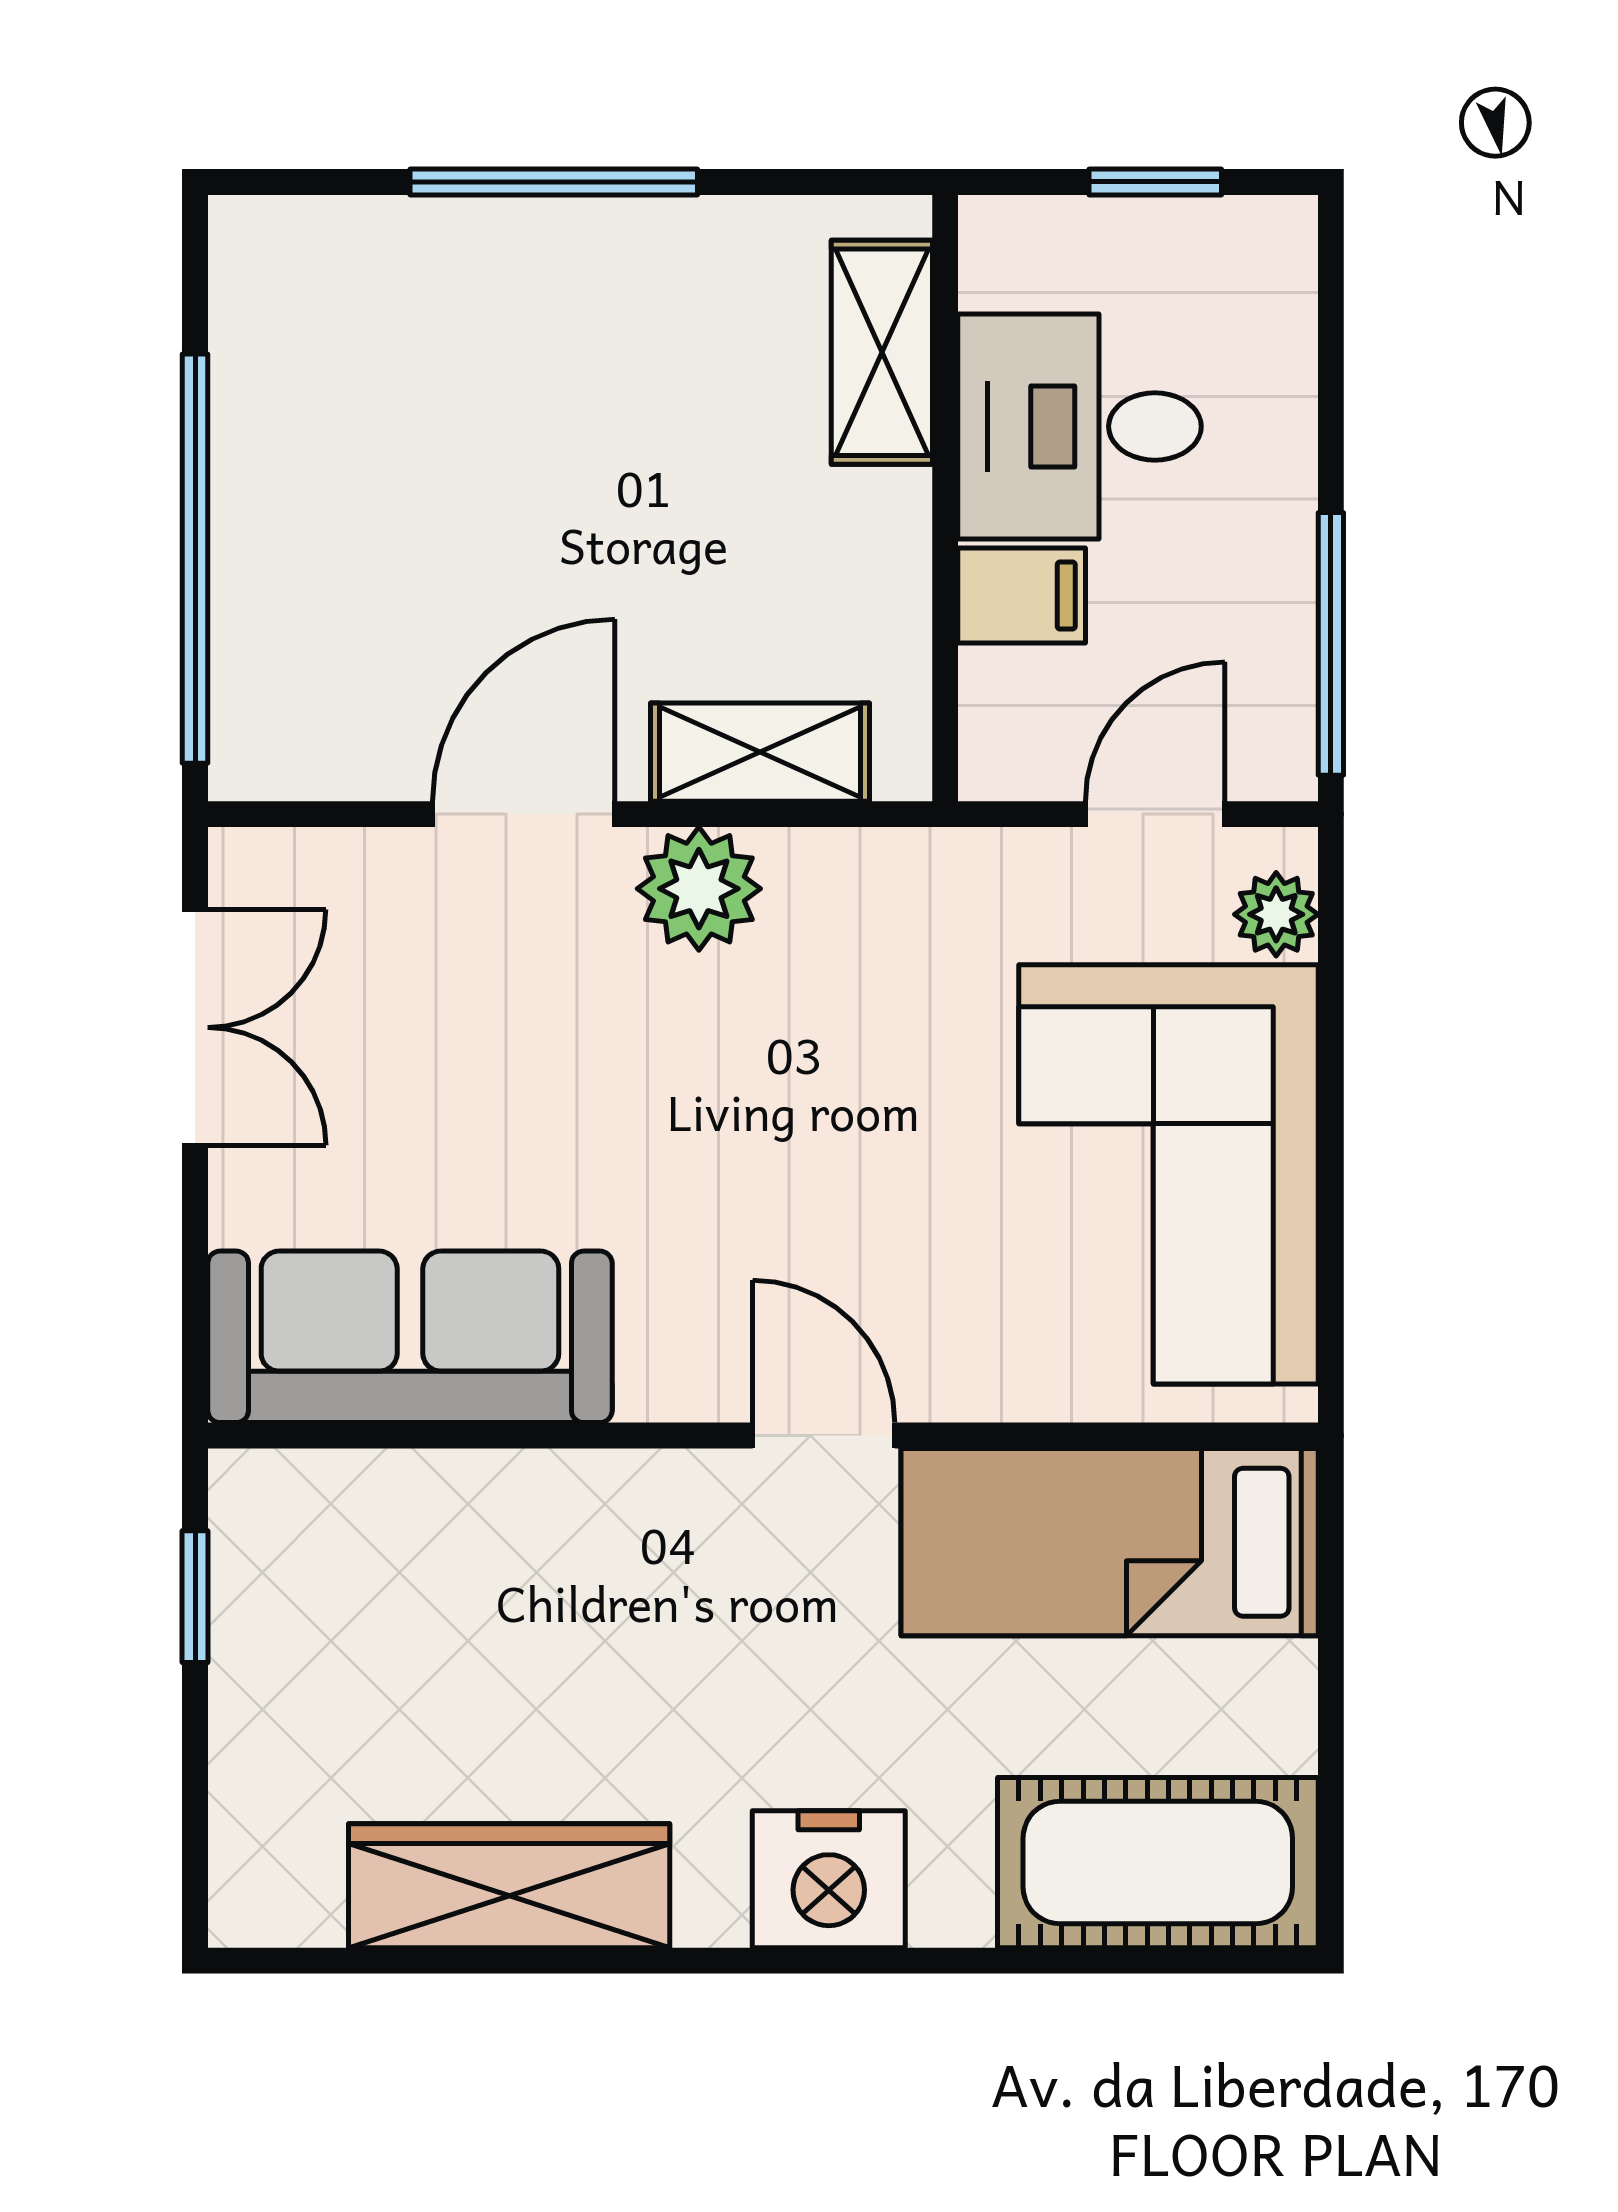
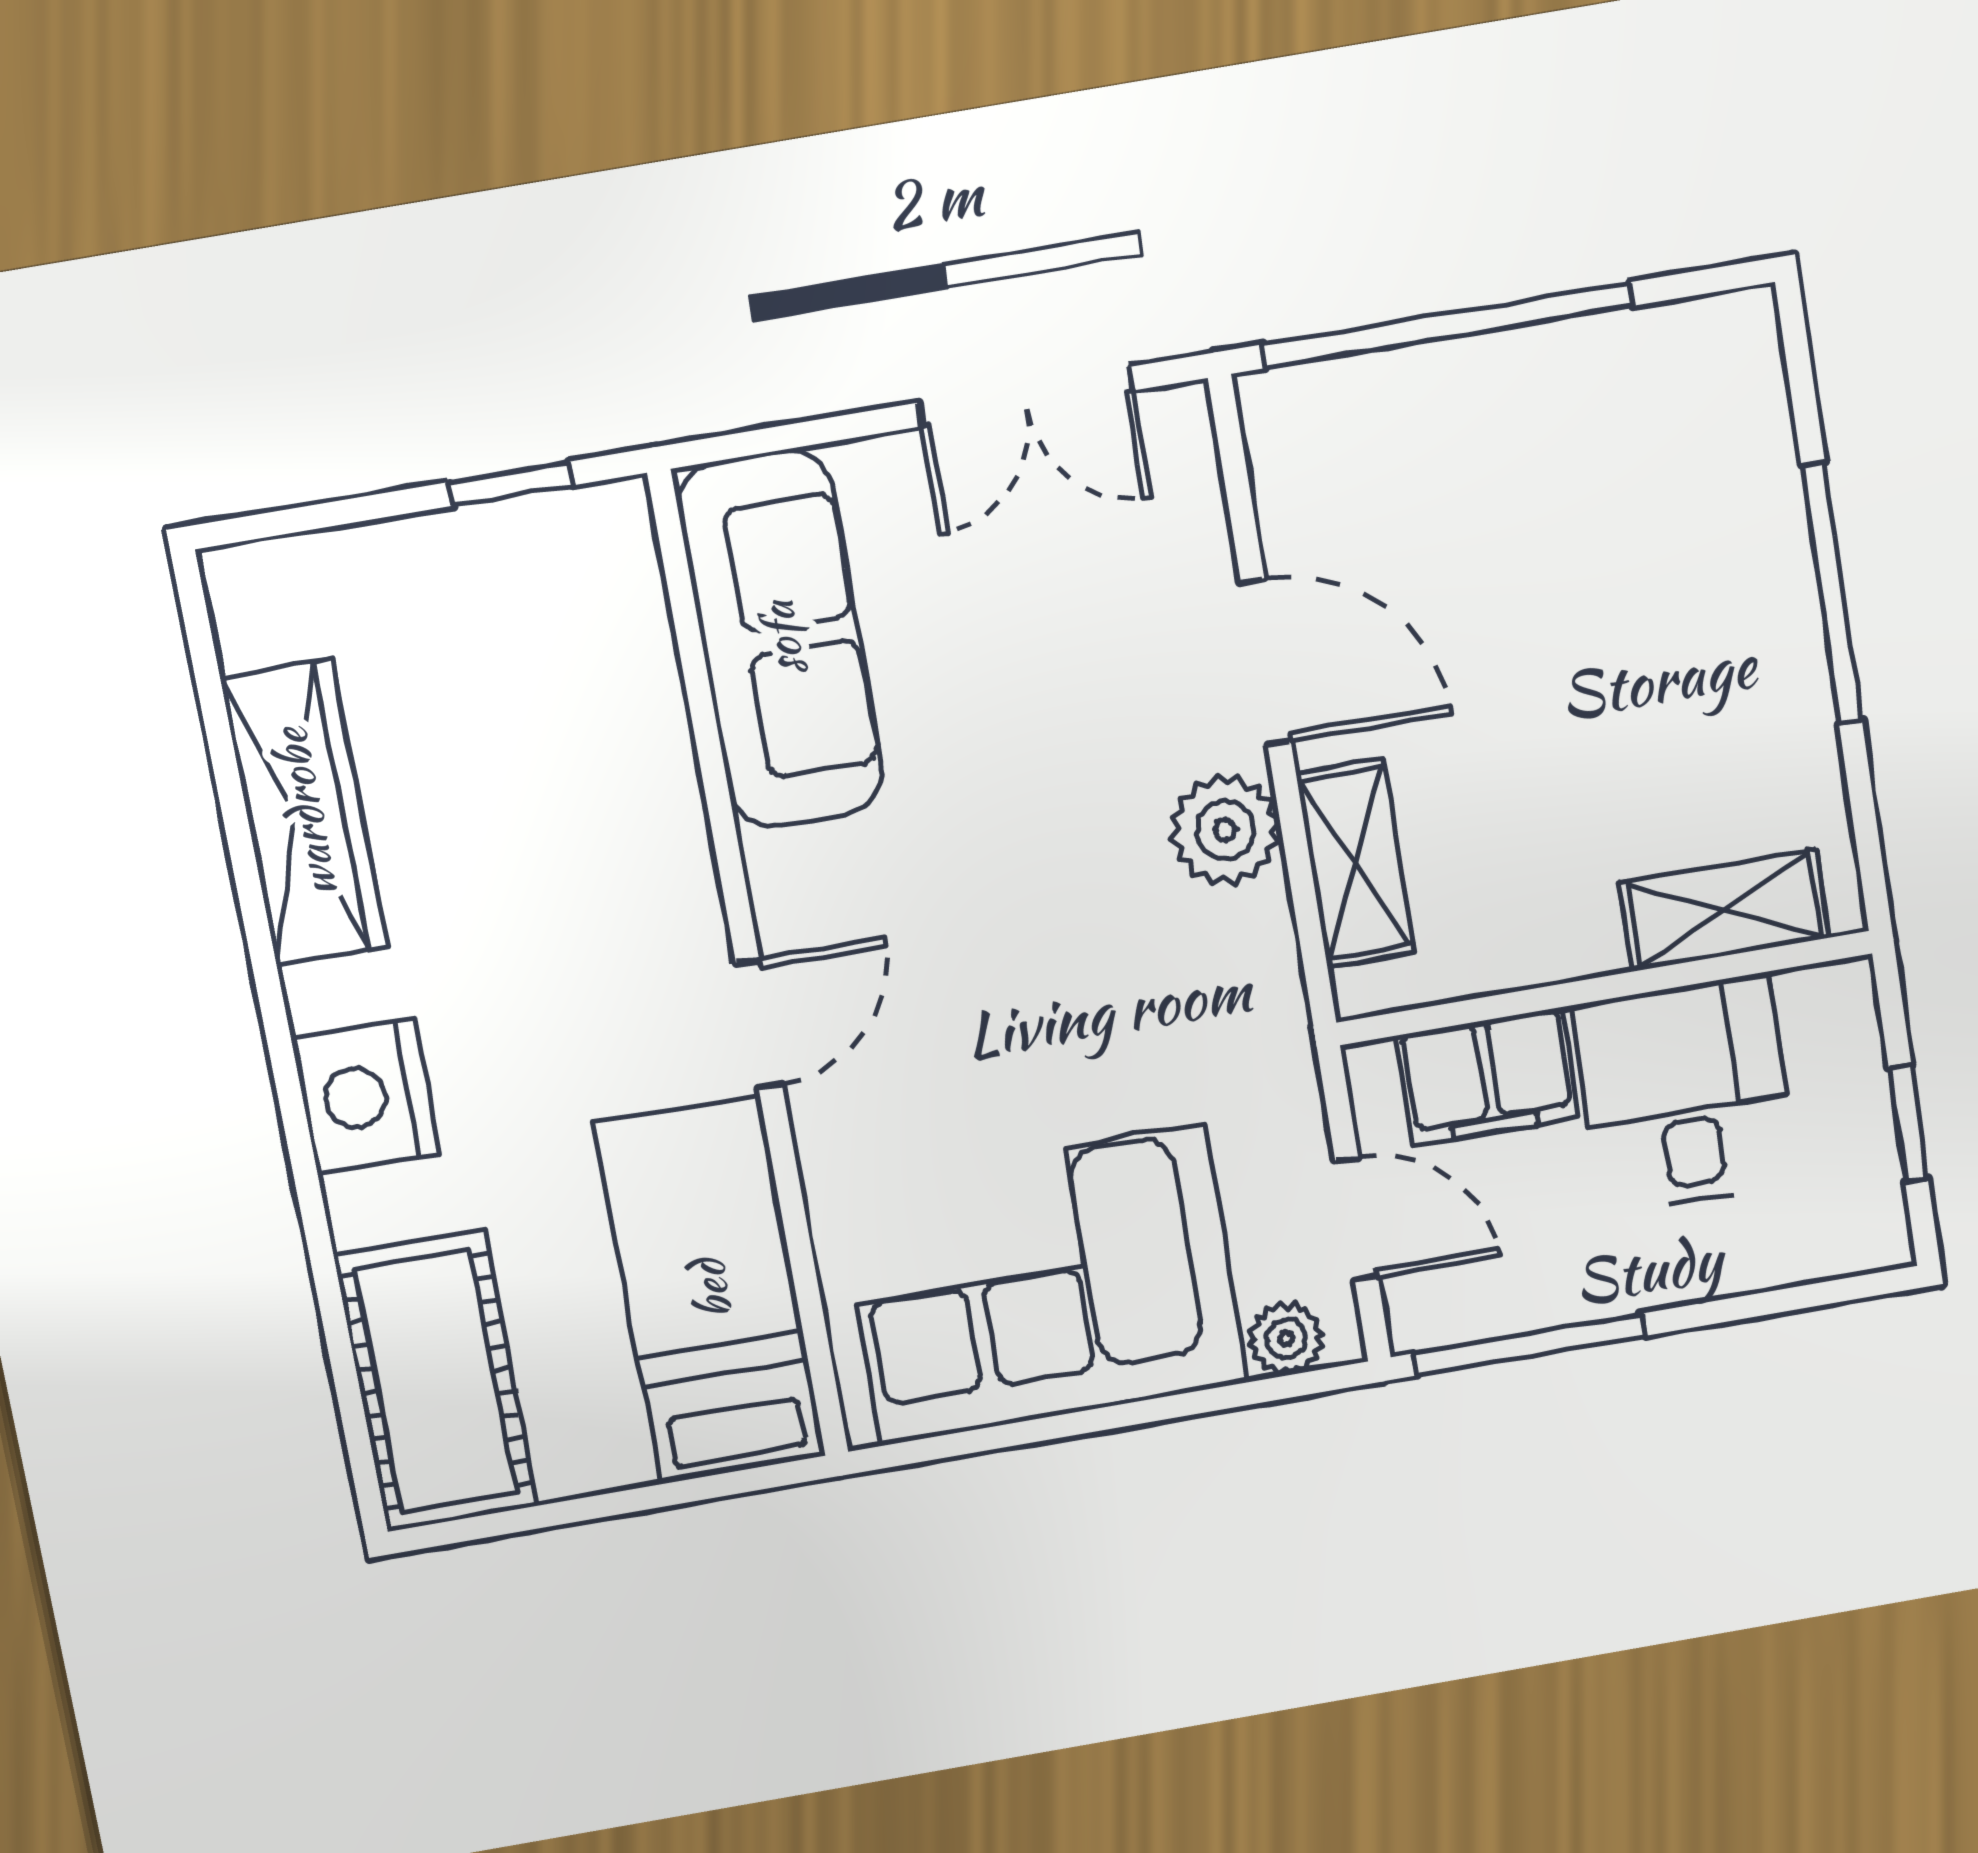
filing cabinet: (1022, 595) -> (1488, 1077), width x2.00

